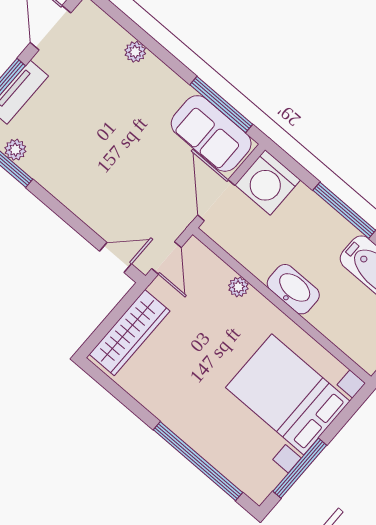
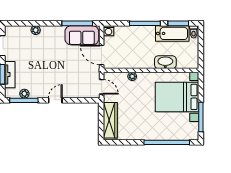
washing machine: (268, 182) -> (108, 31), width x0.53, depth x0.53
door: (116, 257) -> (55, 100), moved
washbasin: (293, 289) -> (165, 62), moved

